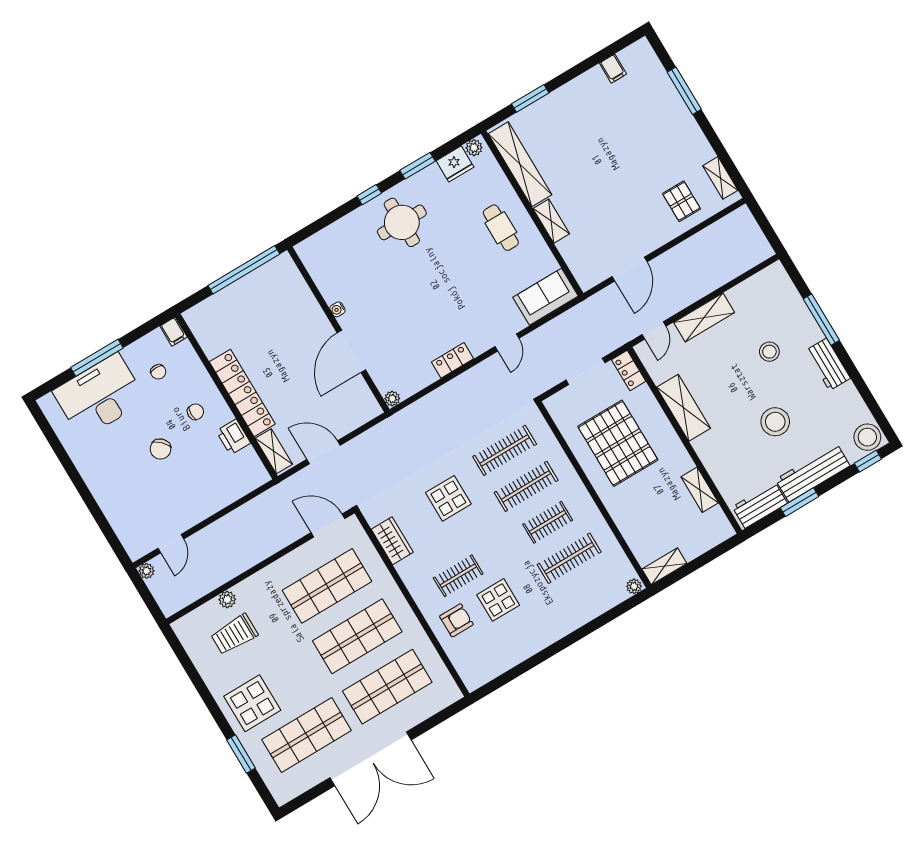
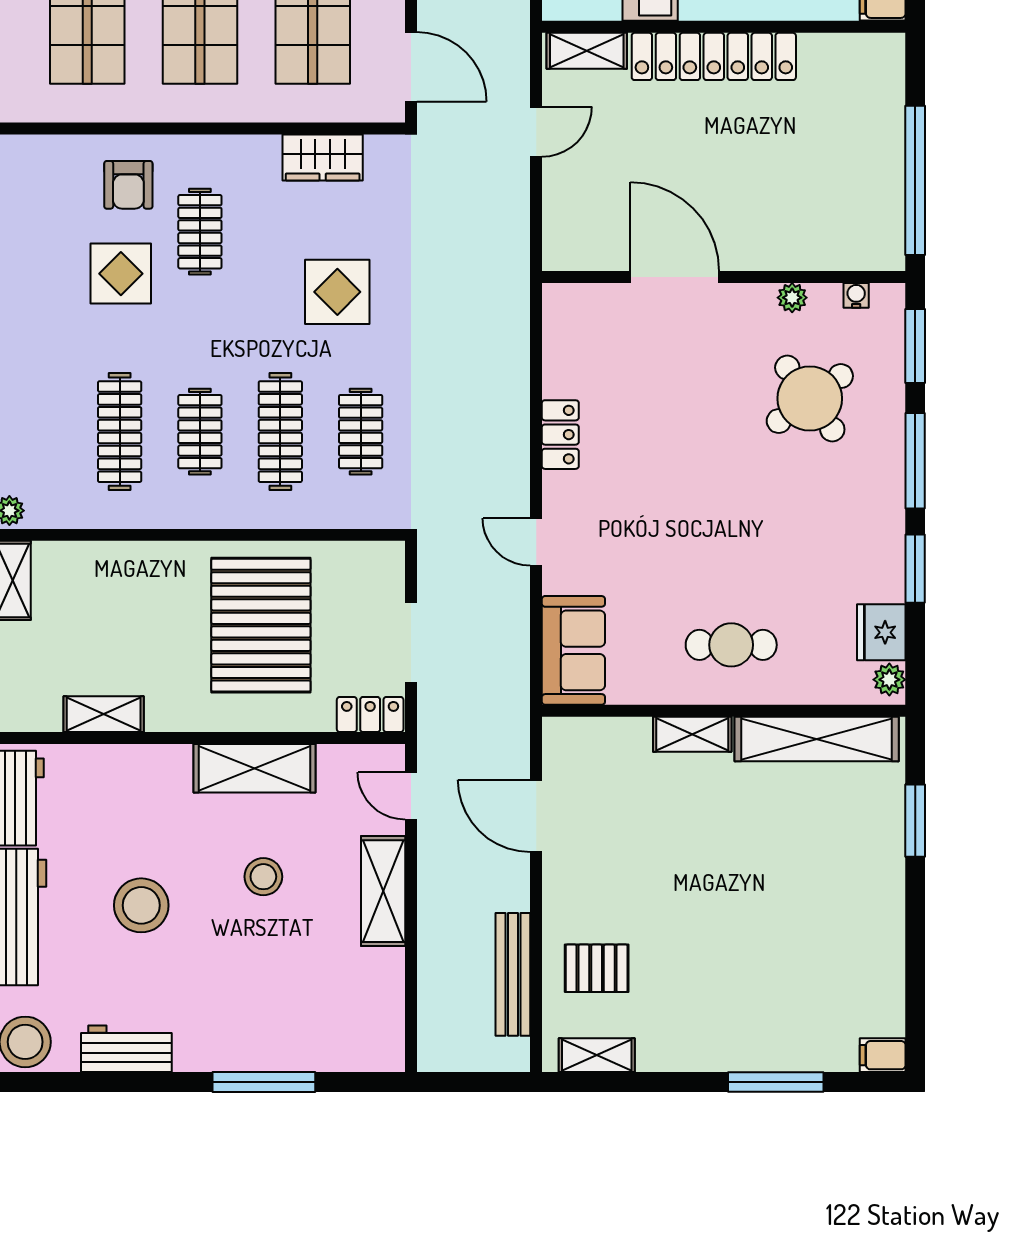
filing cabinet: (613, 69) -> (883, 1055), moved
window: (369, 195) -> (915, 461), width x2.17
round table: (402, 222) -> (810, 399), moved, turned -36
window: (318, 225) -> (915, 346), added
bench: (707, 237) -> (513, 974), added
water cooler: (337, 309) -> (856, 295), moved
stool: (769, 352) -> (263, 877), moved
workbench: (828, 364) -> (126, 1049), moved
plant: (392, 399) -> (792, 298), moved
pallet: (618, 443) -> (261, 625), turned 90
clothes rail: (505, 450) -> (361, 432), width x0.73
door: (324, 452) -> (536, 132), width x0.73
door: (328, 526) -> (411, 67), hinge flipped

